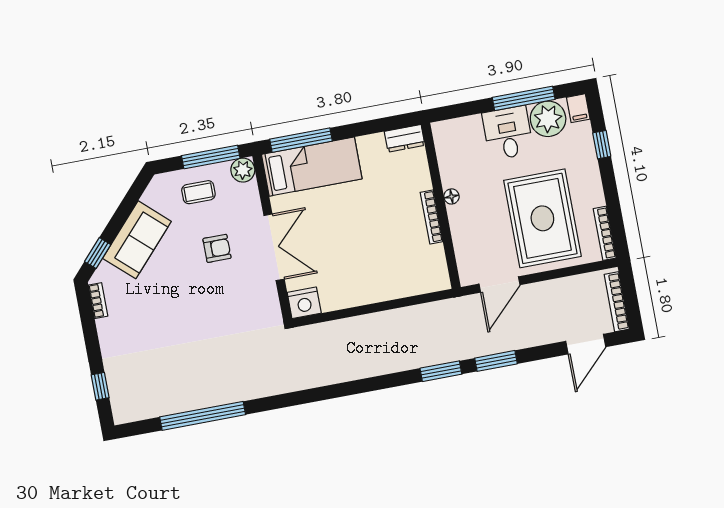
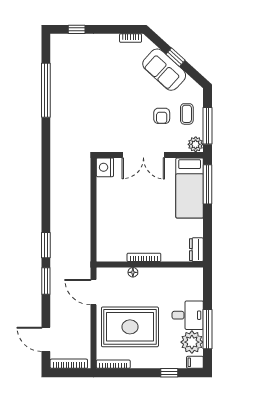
floor lamp: (451, 196) -> (133, 272), moved
armchair: (217, 248) -> (162, 116), moved
window: (98, 253) -> (175, 57), moved

